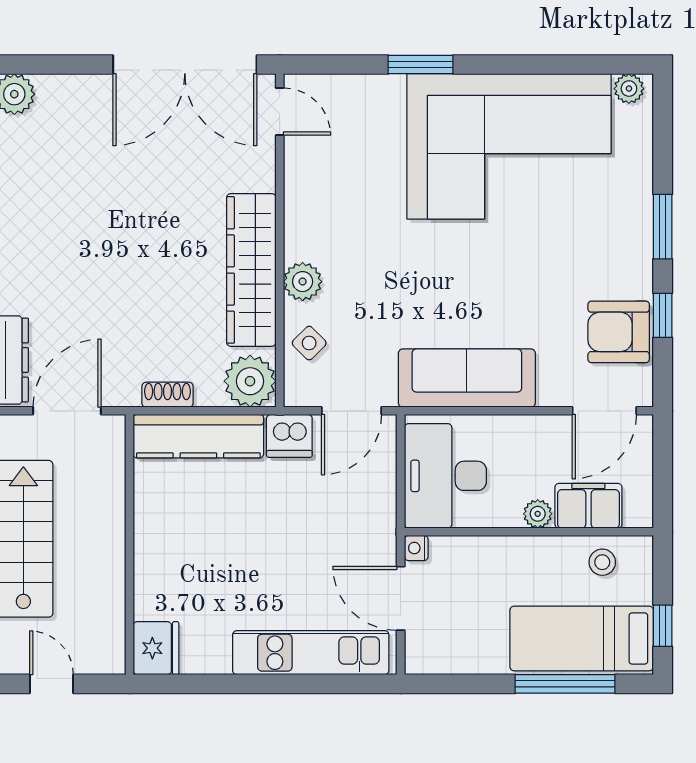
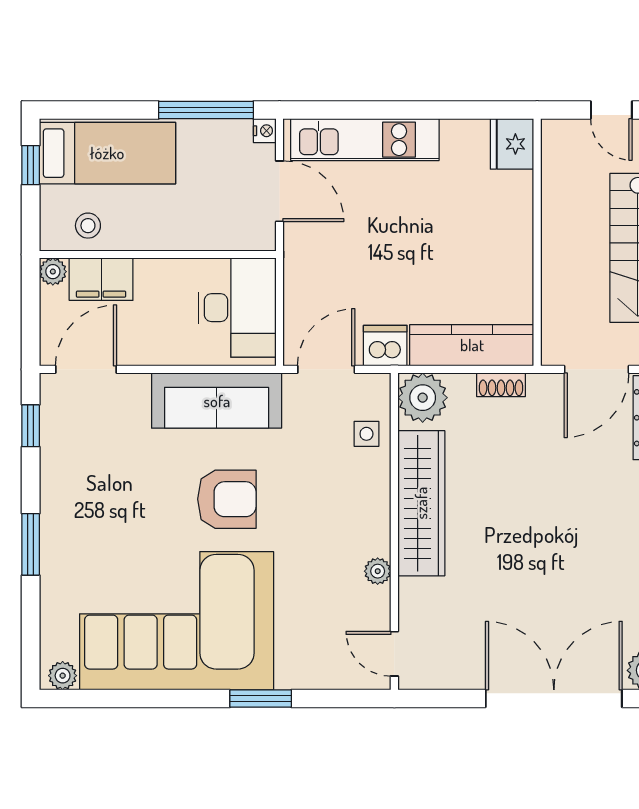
double door: (185, 65) -> (554, 698), moved
plant: (303, 282) -> (378, 571), moved, width x0.73, depth x0.73
window: (663, 315) -> (31, 426), moved
armchair: (619, 332) -> (227, 499), moved
side table: (309, 343) -> (366, 434), turned 45
plant: (538, 514) -> (53, 272), moved
nightstand: (416, 548) -> (265, 131), moved
window: (565, 684) -> (206, 110), moved

